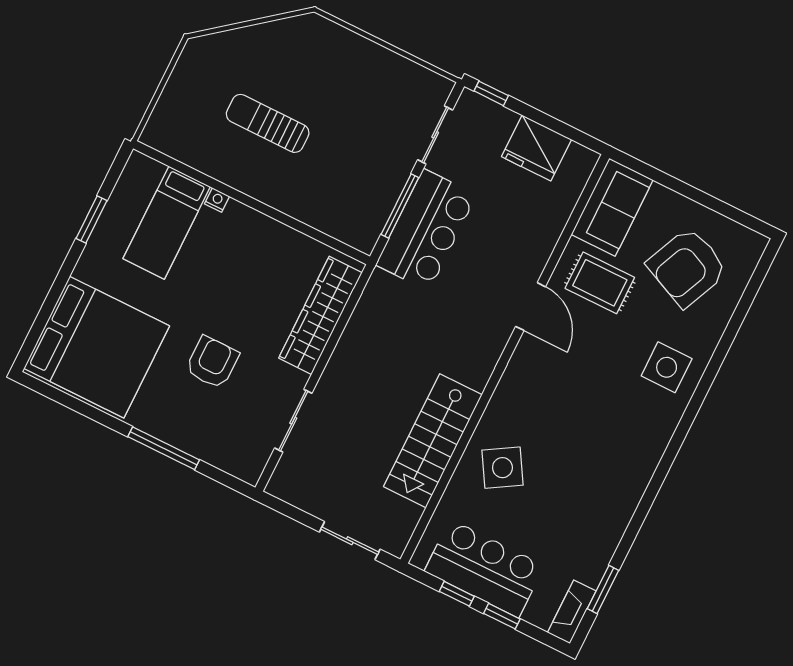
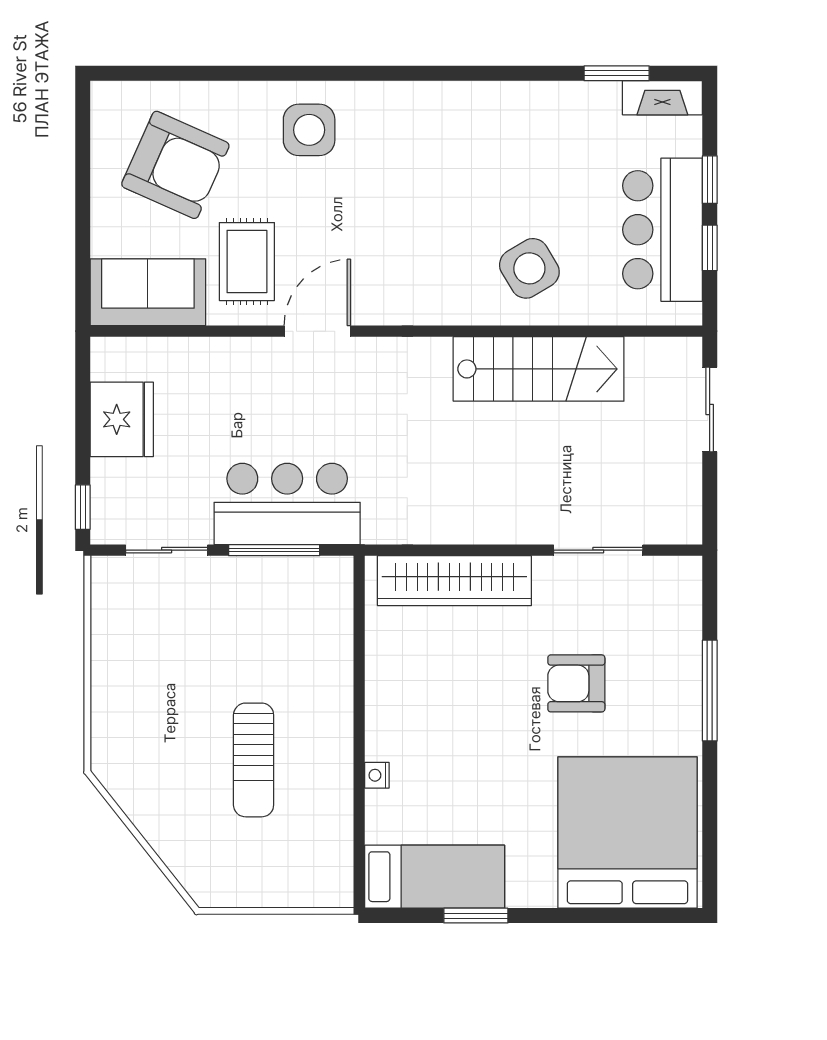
bed: (167, 223) -> (435, 877), moved

